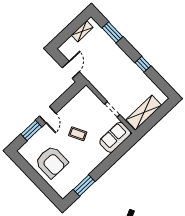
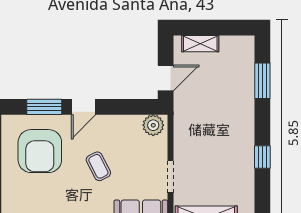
shelving: (82, 31) -> (200, 44), moved
plant: (84, 95) -> (153, 125), added
armchair: (51, 162) -> (40, 151), moved

